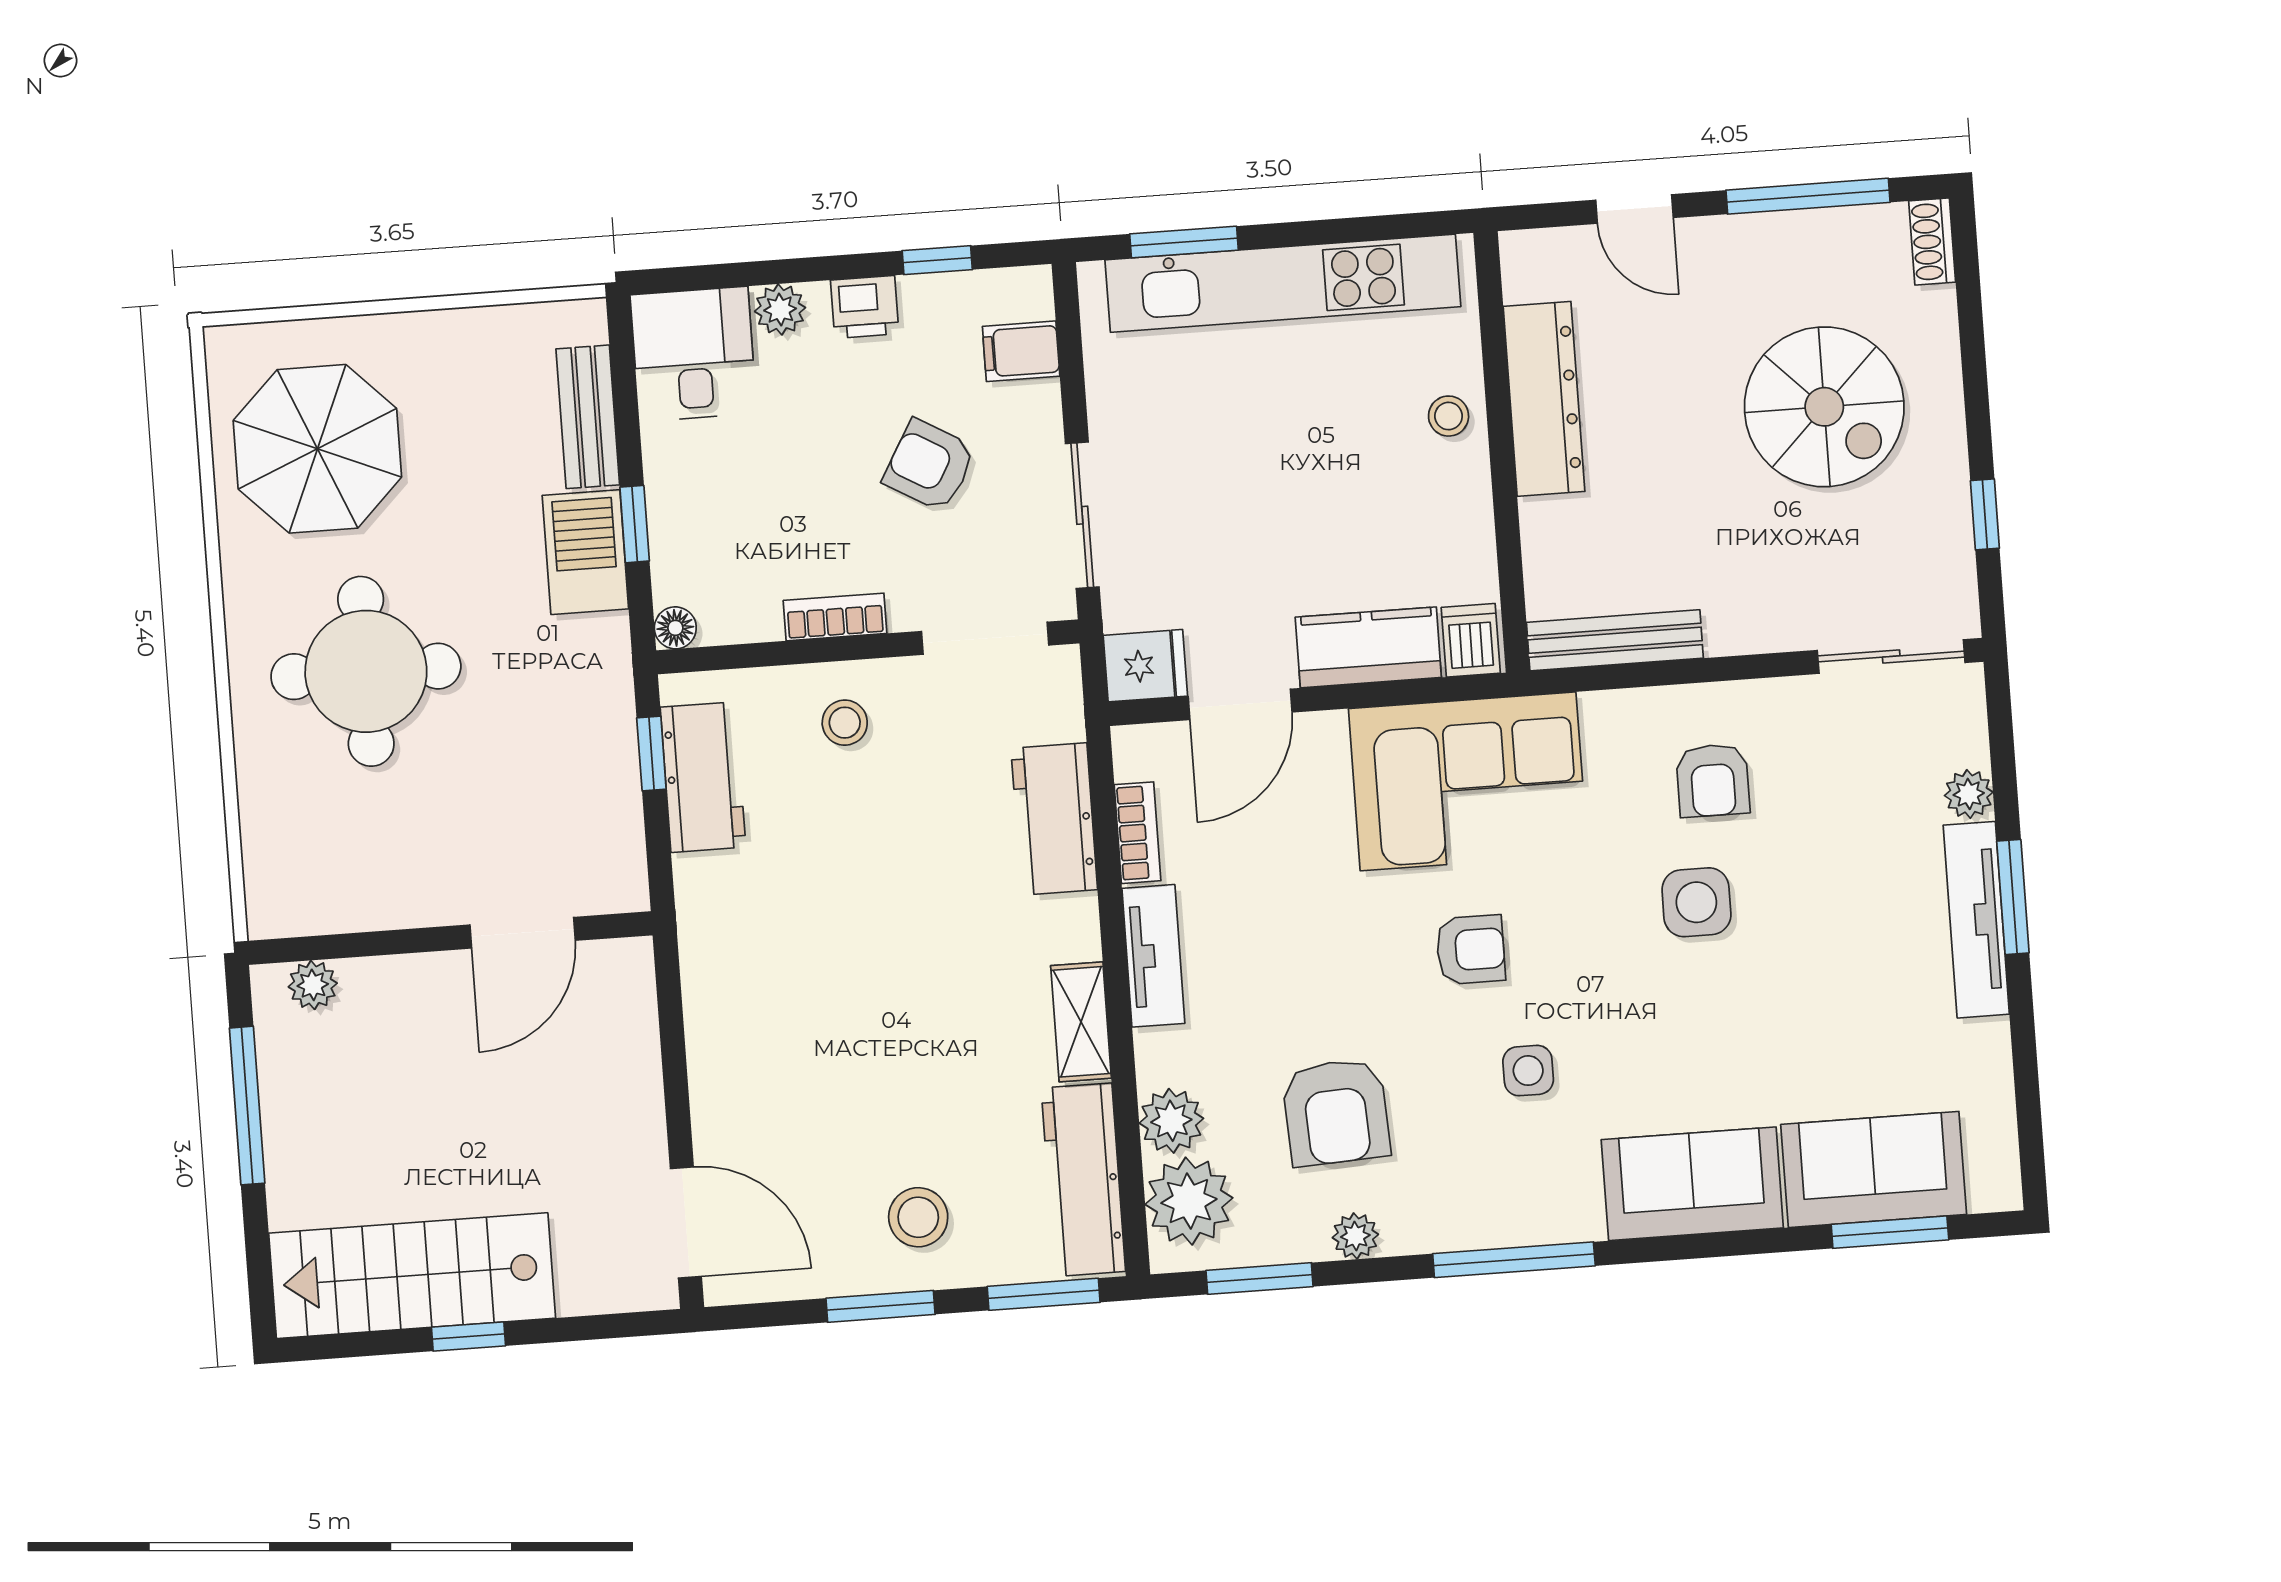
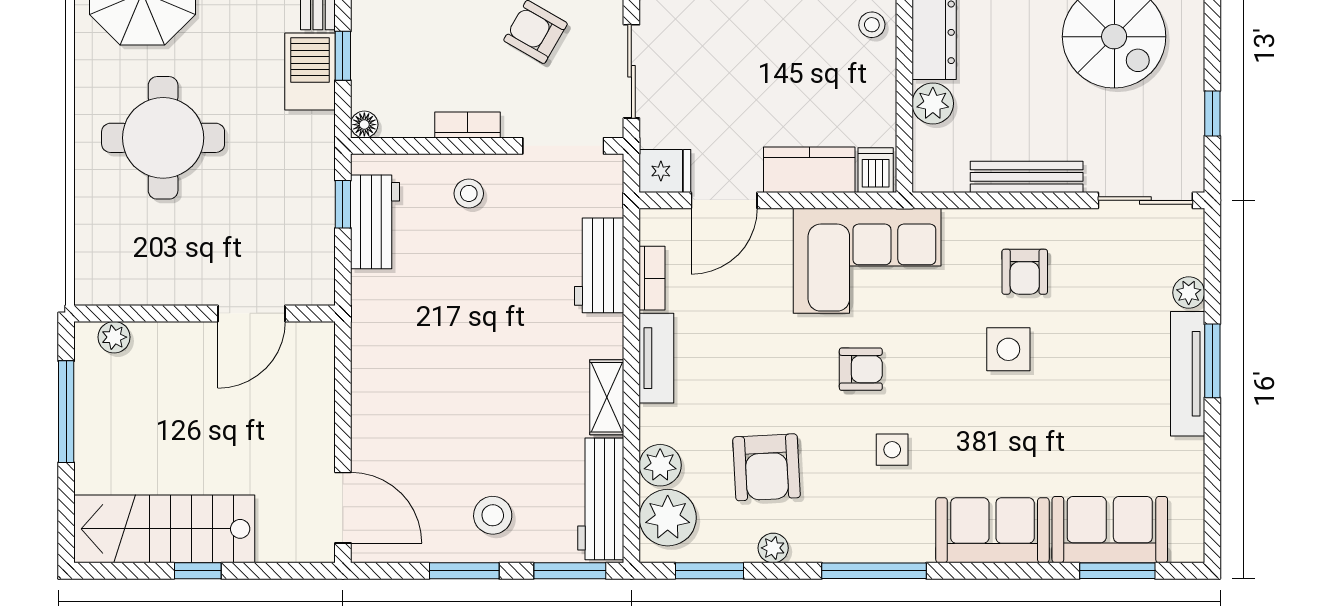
plant: (1552, 531) -> (933, 103), added
bench: (1615, 640) -> (1027, 177), moved

